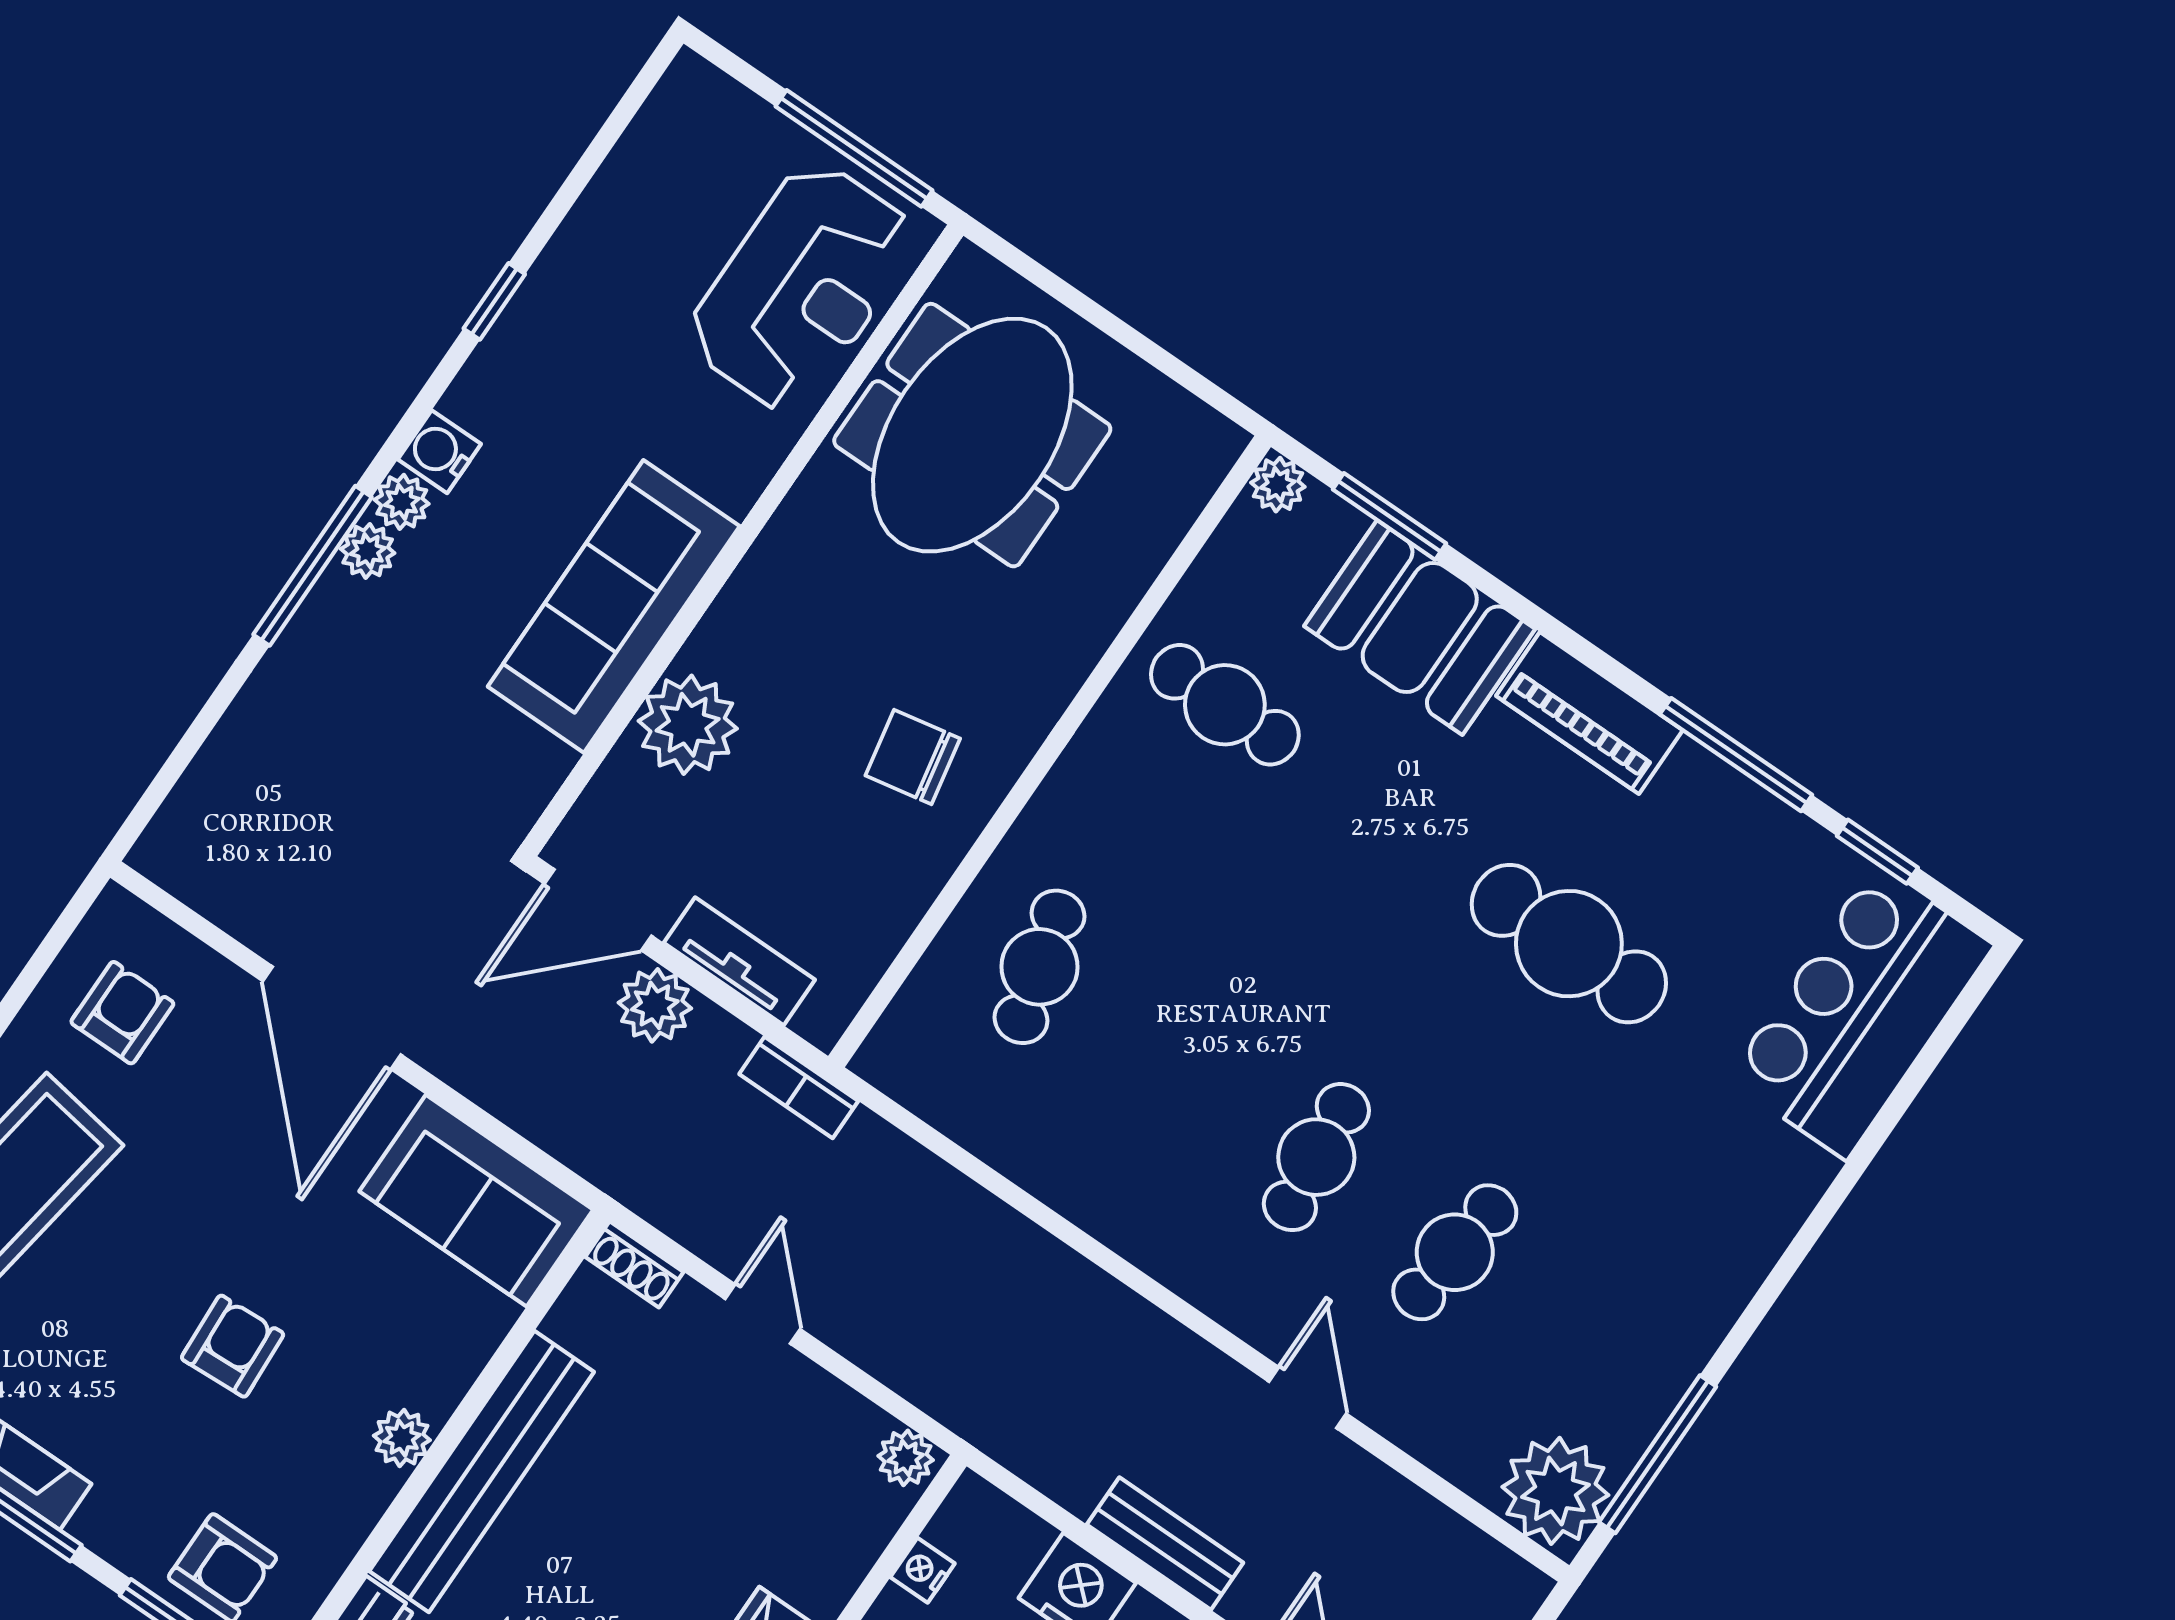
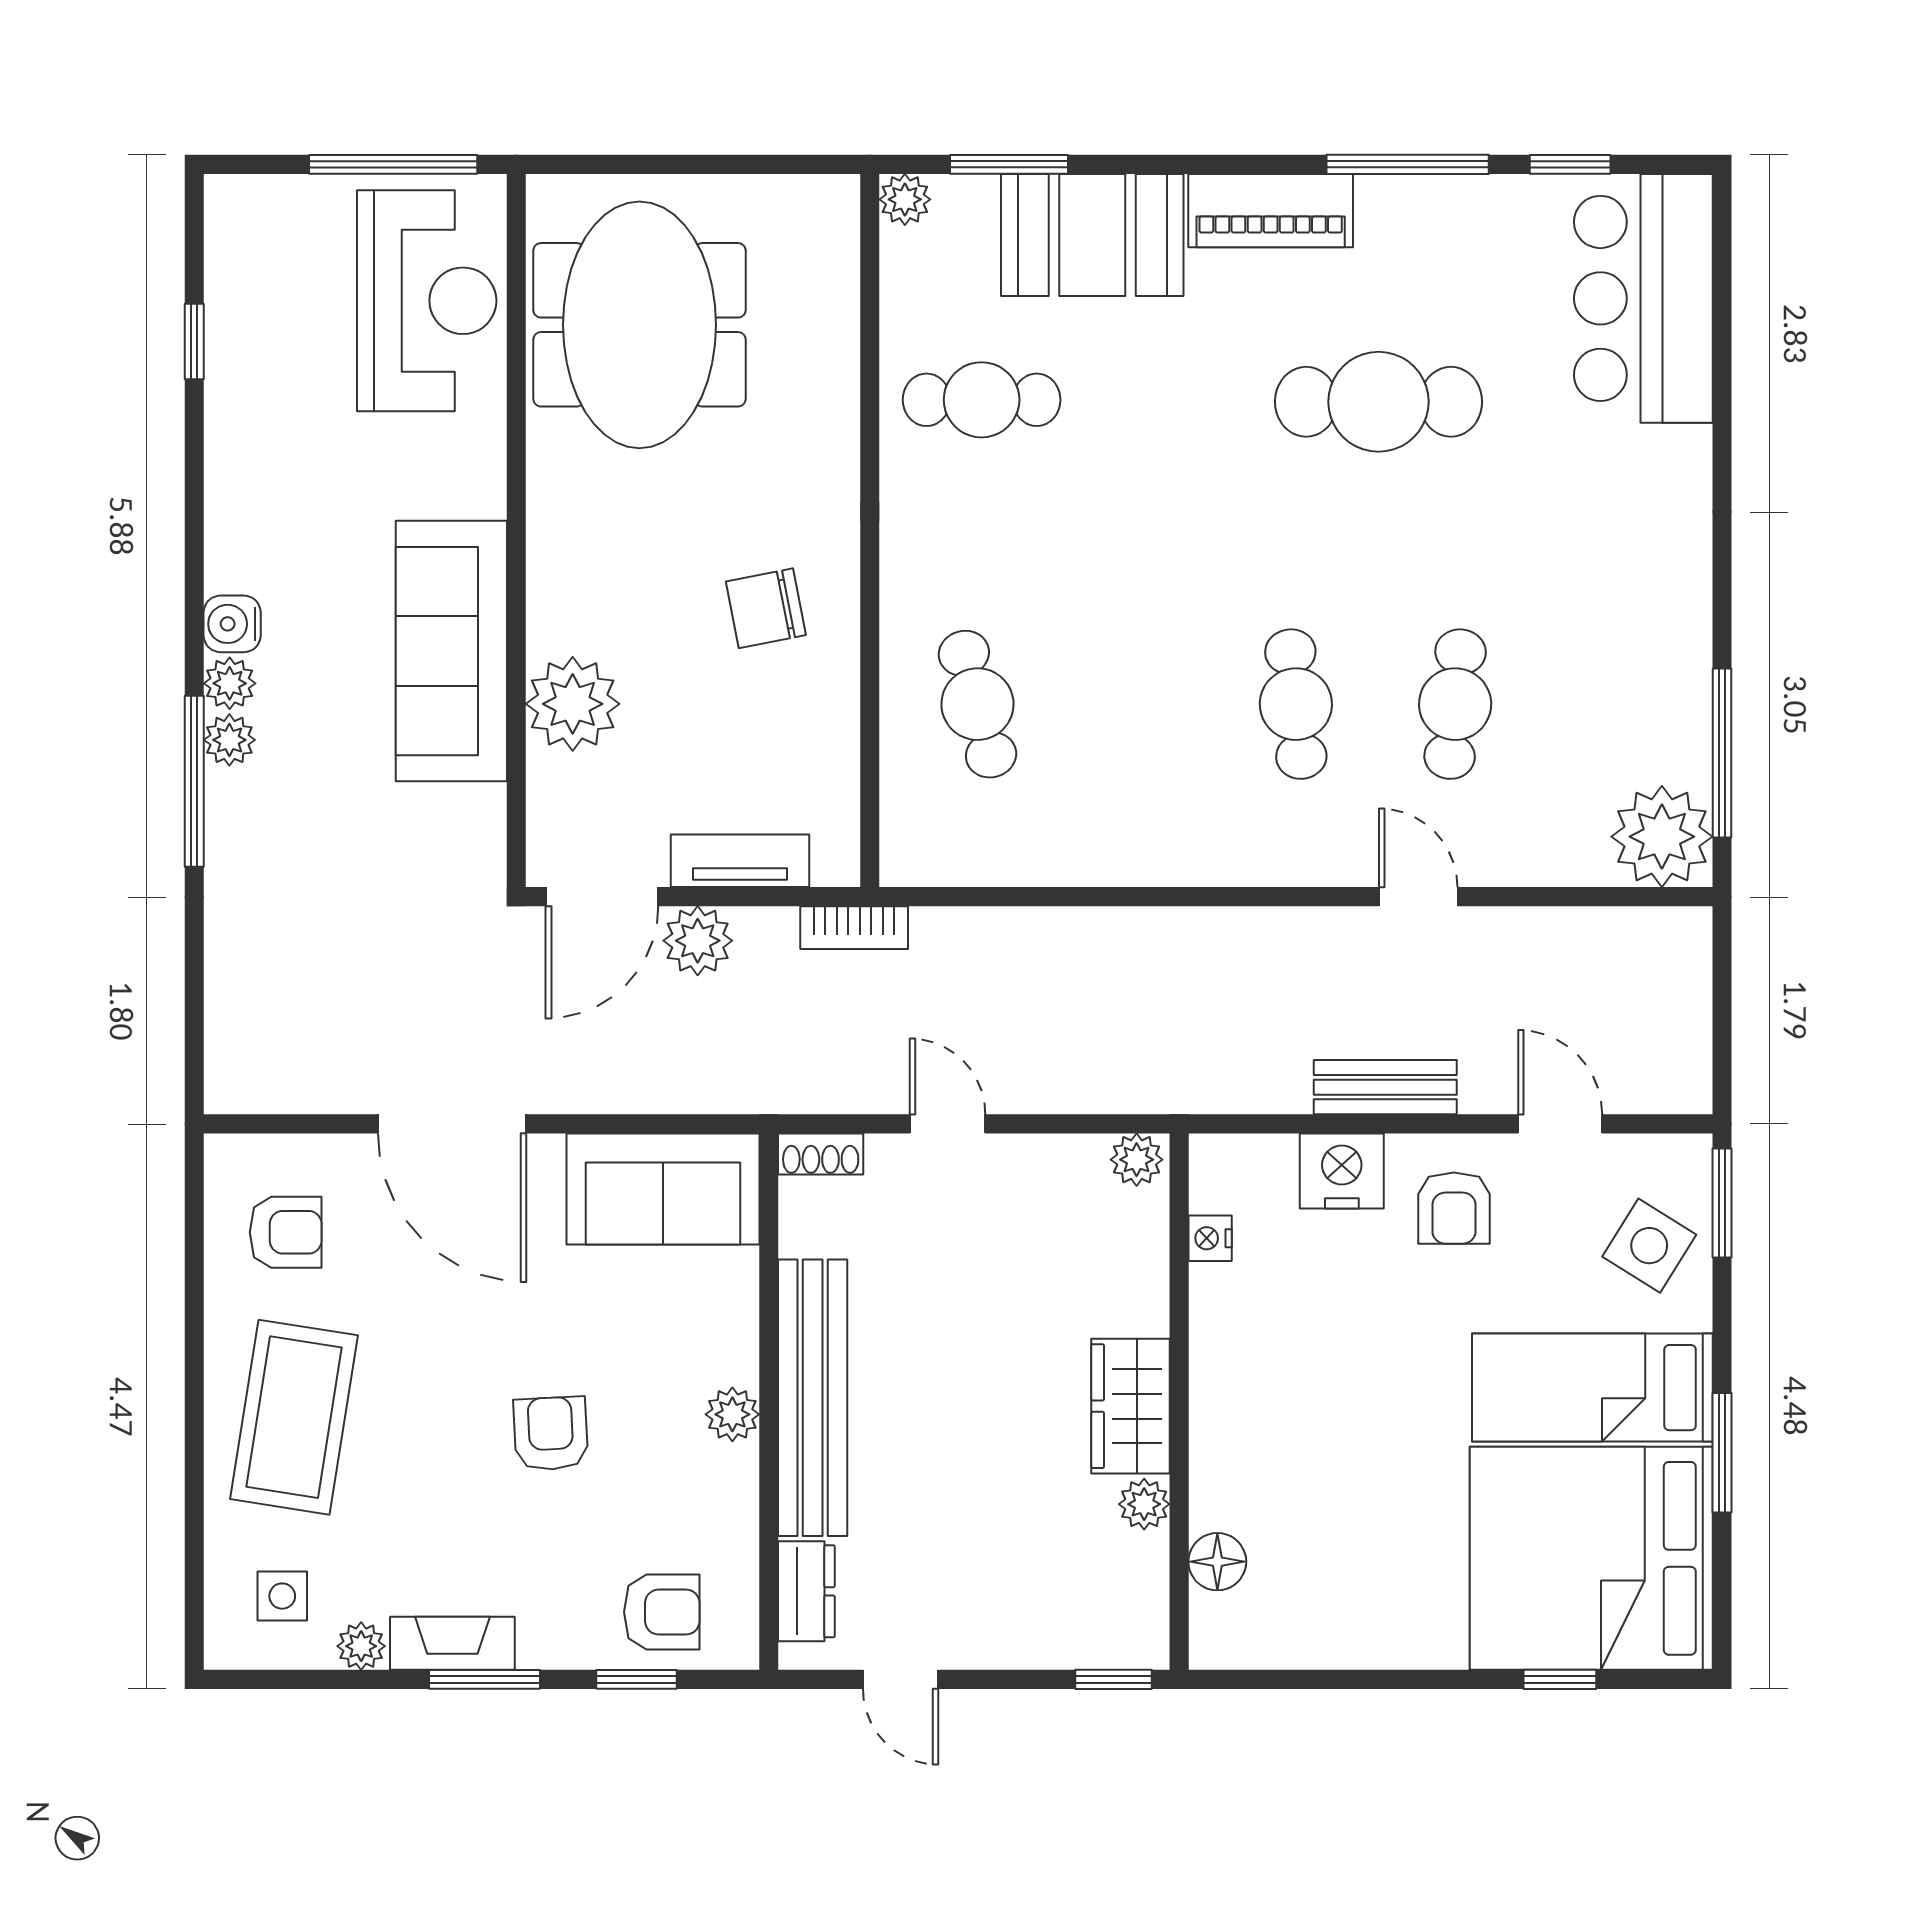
window: (494, 301) -> (194, 341), moved
armchair: (122, 1013) -> (286, 1232), turned 90

